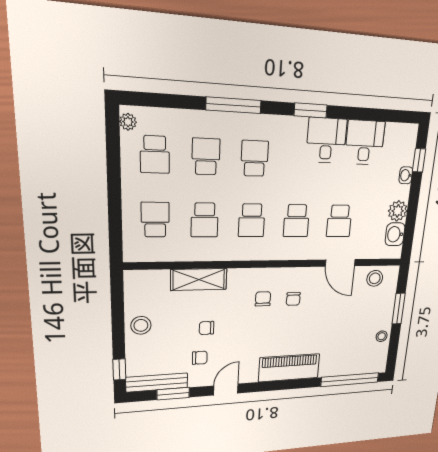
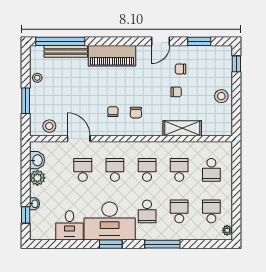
desk: (326, 140) -> (110, 221), width x1.87, depth x1.30
school desk: (206, 156) -> (179, 211), turned 180
bench: (157, 382) -> (66, 51), moved

